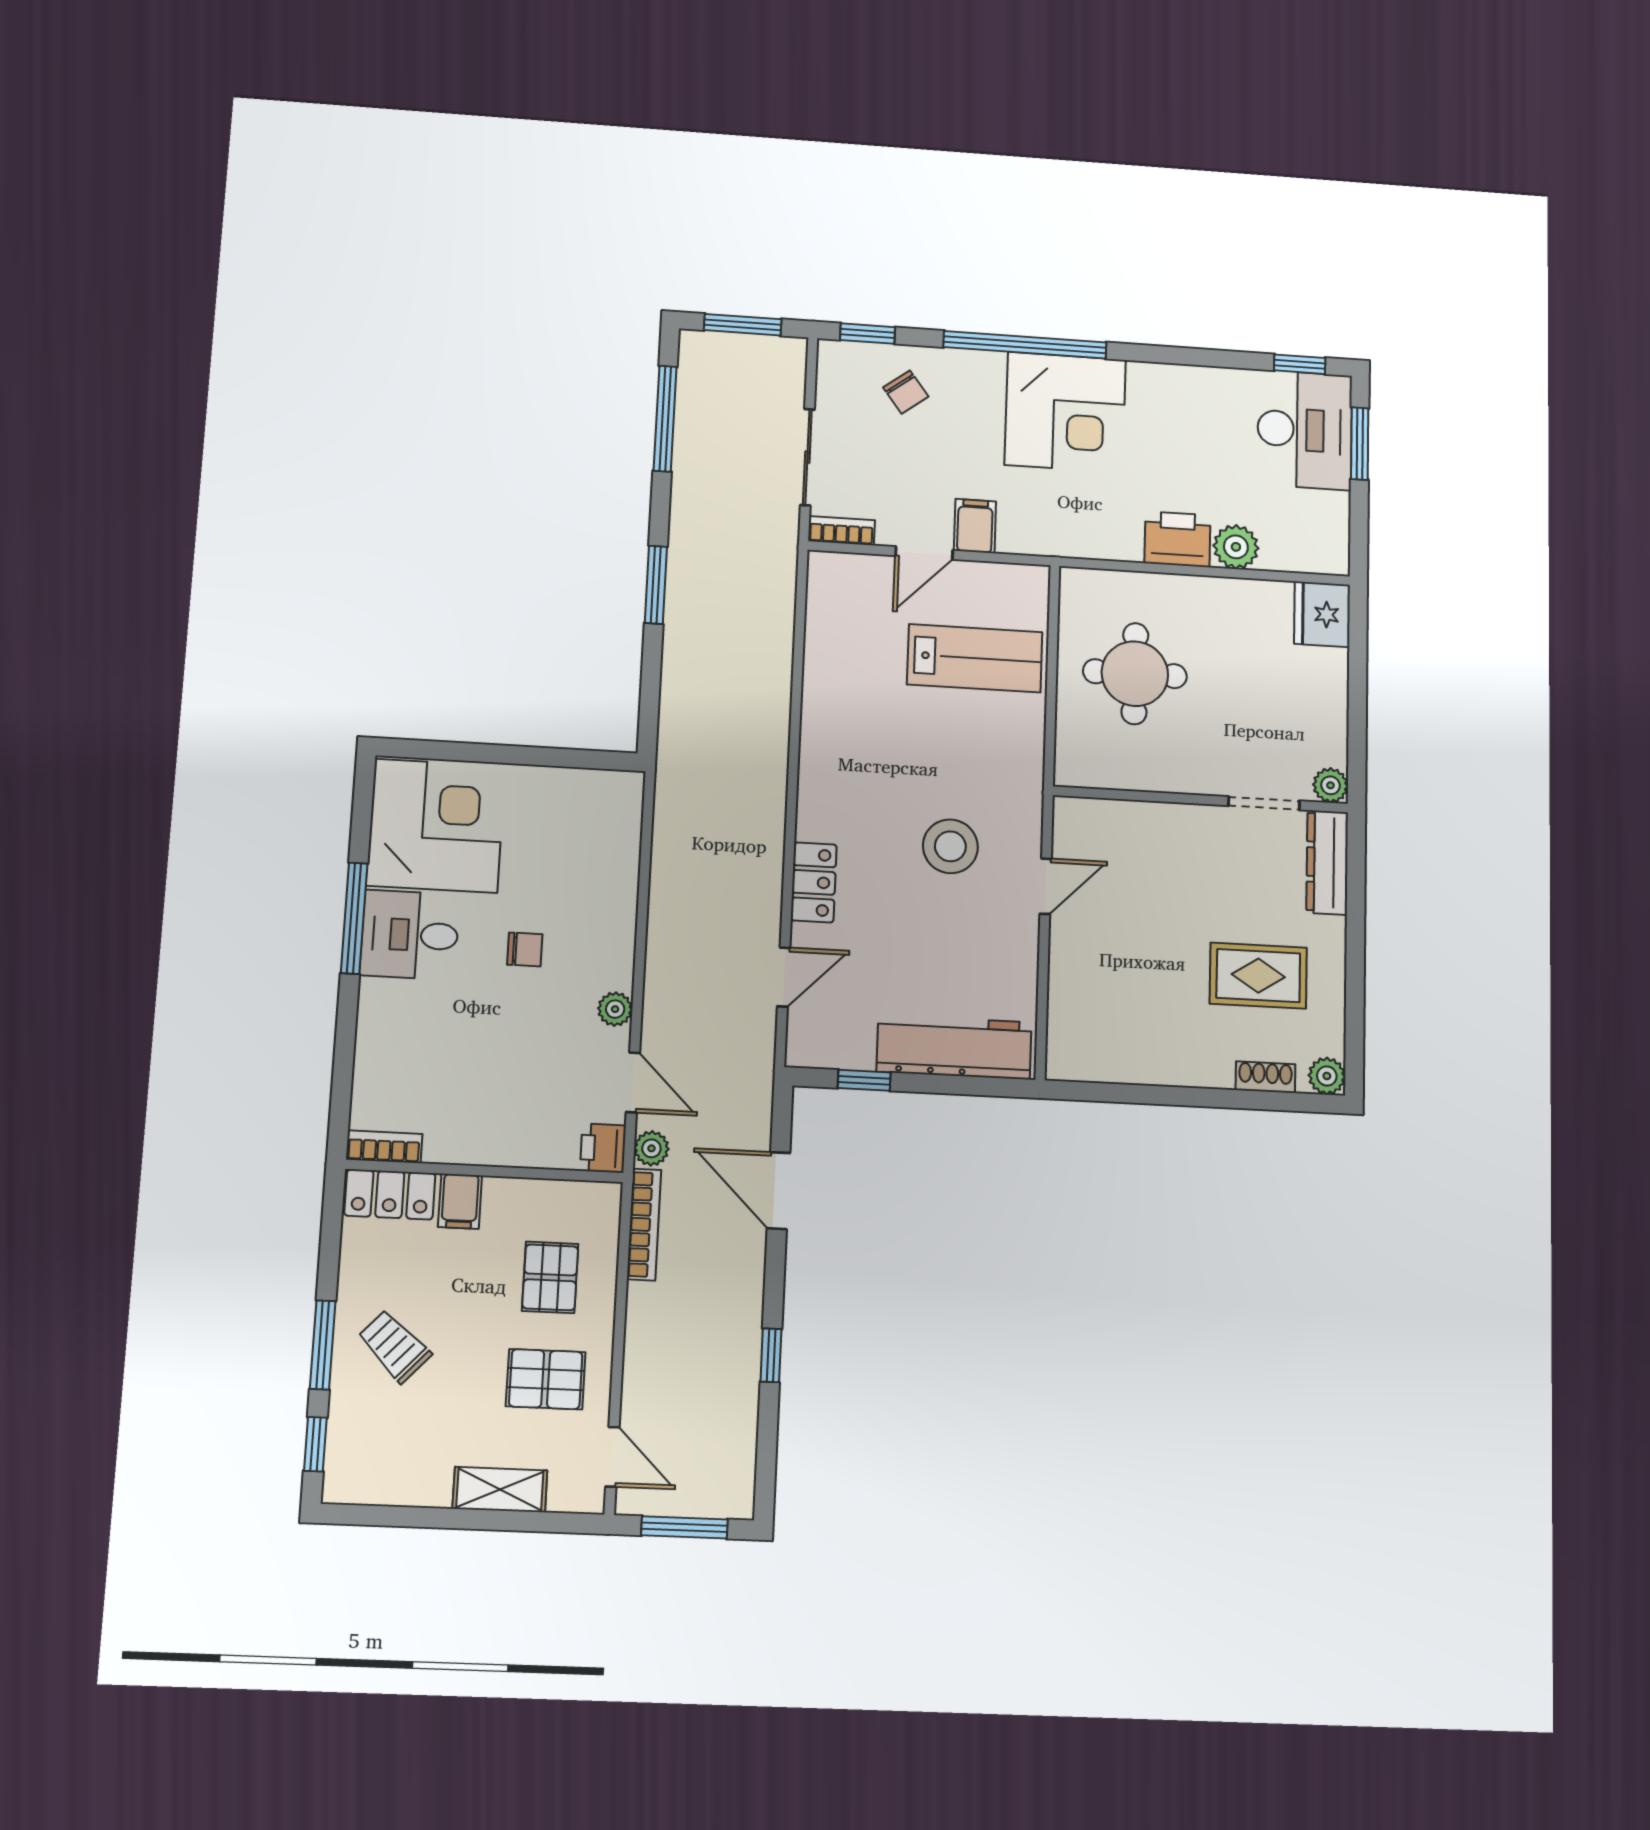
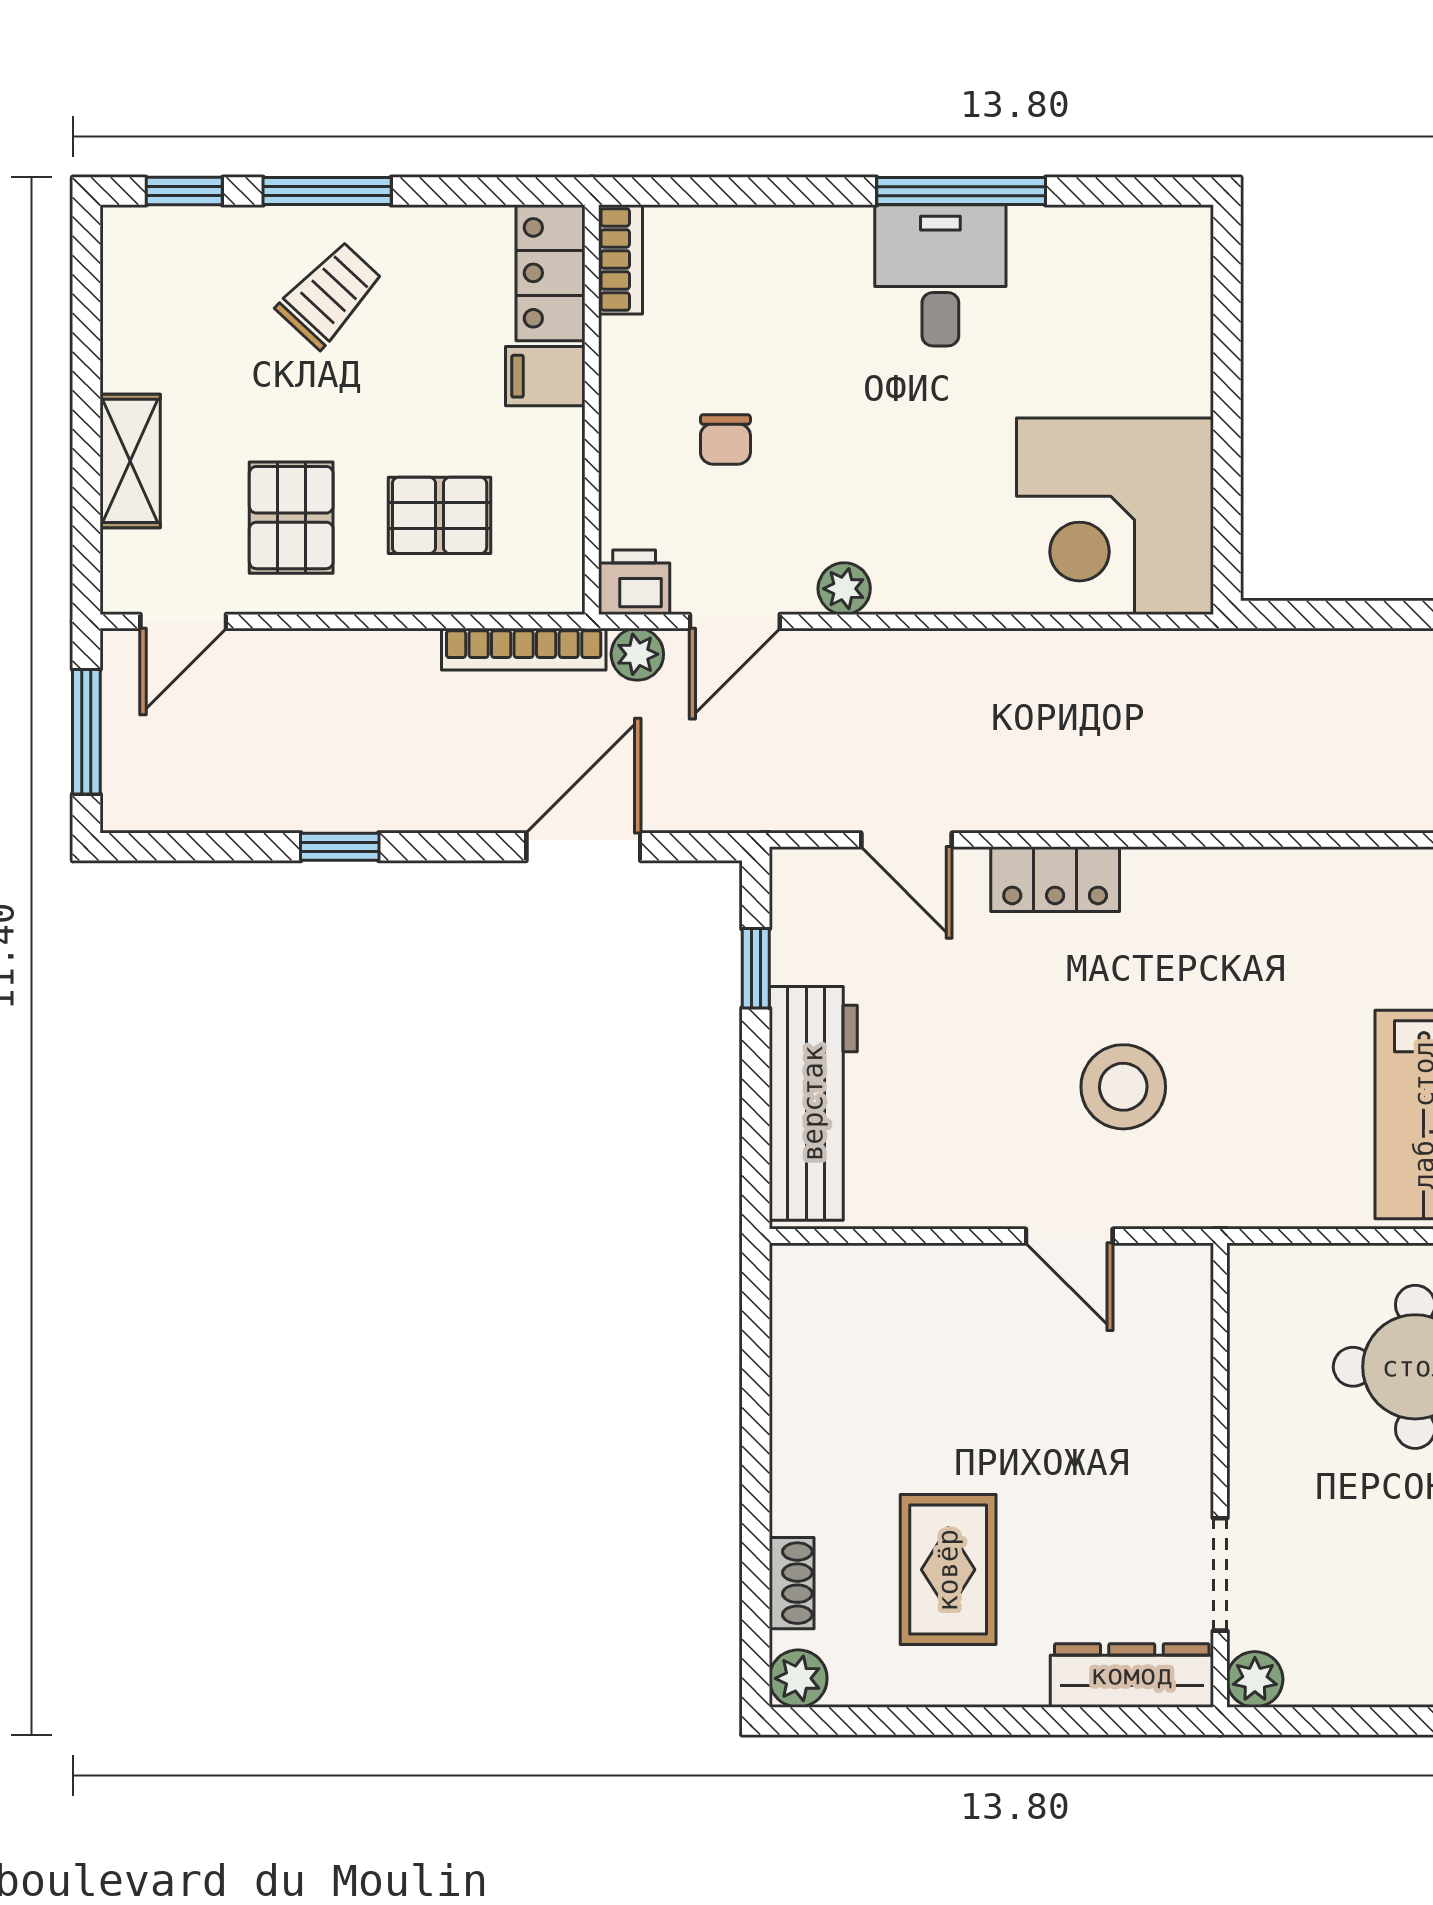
corner desk: (436, 826) -> (1115, 516), moved, turned 90
chair: (525, 949) -> (725, 439), moved

